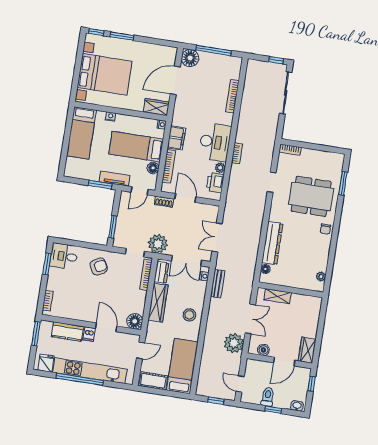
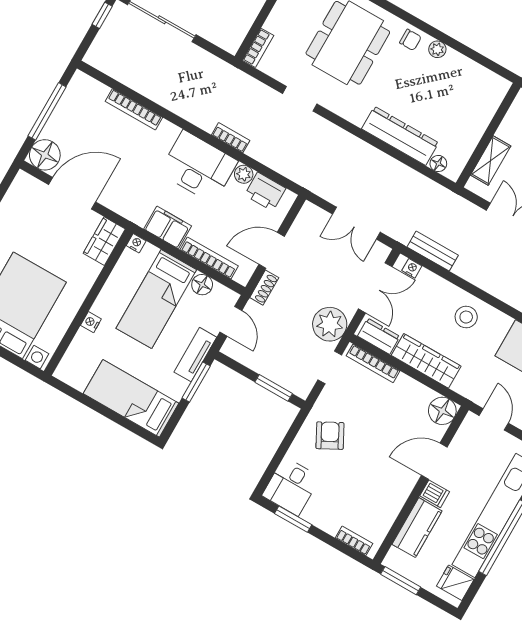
door: (175, 80) -> (72, 193), swing flipped
bed: (81, 133) -> (131, 398), moved, turned 180
plant: (321, 277) -> (437, 49), moved

